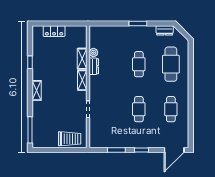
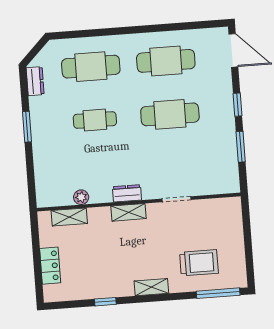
shelving: (82, 59) -> (69, 217), moved
dresser: (94, 66) -> (127, 193), moved
cafe table: (139, 109) -> (170, 114), width x1.37, depth x1.35
cafe table: (171, 109) -> (166, 61), width x1.37, depth x1.35
trolley: (70, 139) -> (199, 263), moved, turned 90

